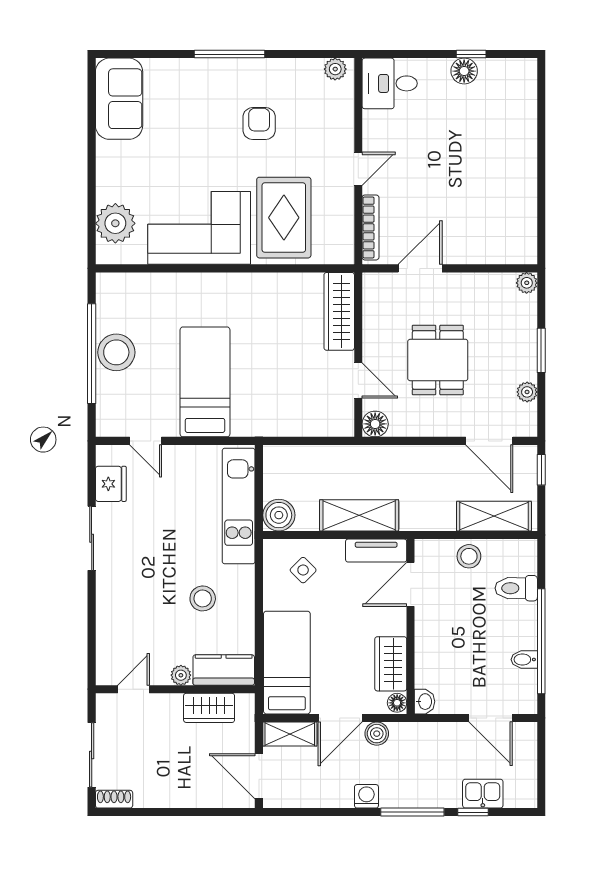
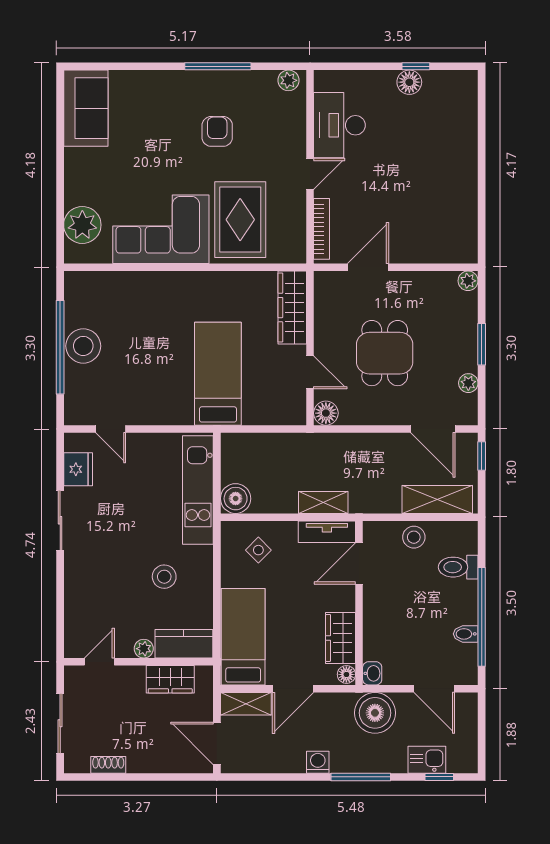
window: (229, 54) -> (218, 66), moved
desk: (390, 83) -> (339, 125), moved, width x1.37
bed: (205, 382) -> (218, 374), moved
shelving: (359, 515) -> (323, 502), width x0.67, depth x0.75
boiler: (377, 734) -> (375, 713), moved, width x1.86, depth x1.86
shoe rack: (114, 799) -> (108, 765), moved
window: (473, 812) -> (439, 777), moved

